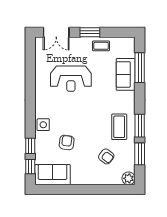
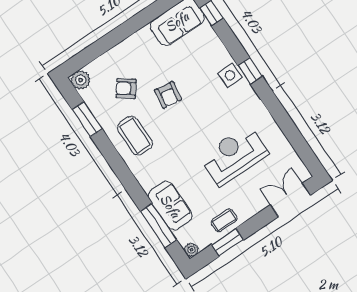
window: (90, 32) -> (227, 242), moved
plant: (130, 42) -> (191, 250), added
window: (140, 126) -> (111, 154), removed
armchair: (67, 143) -> (168, 95), moved
window: (30, 146) -> (250, 71), moved

